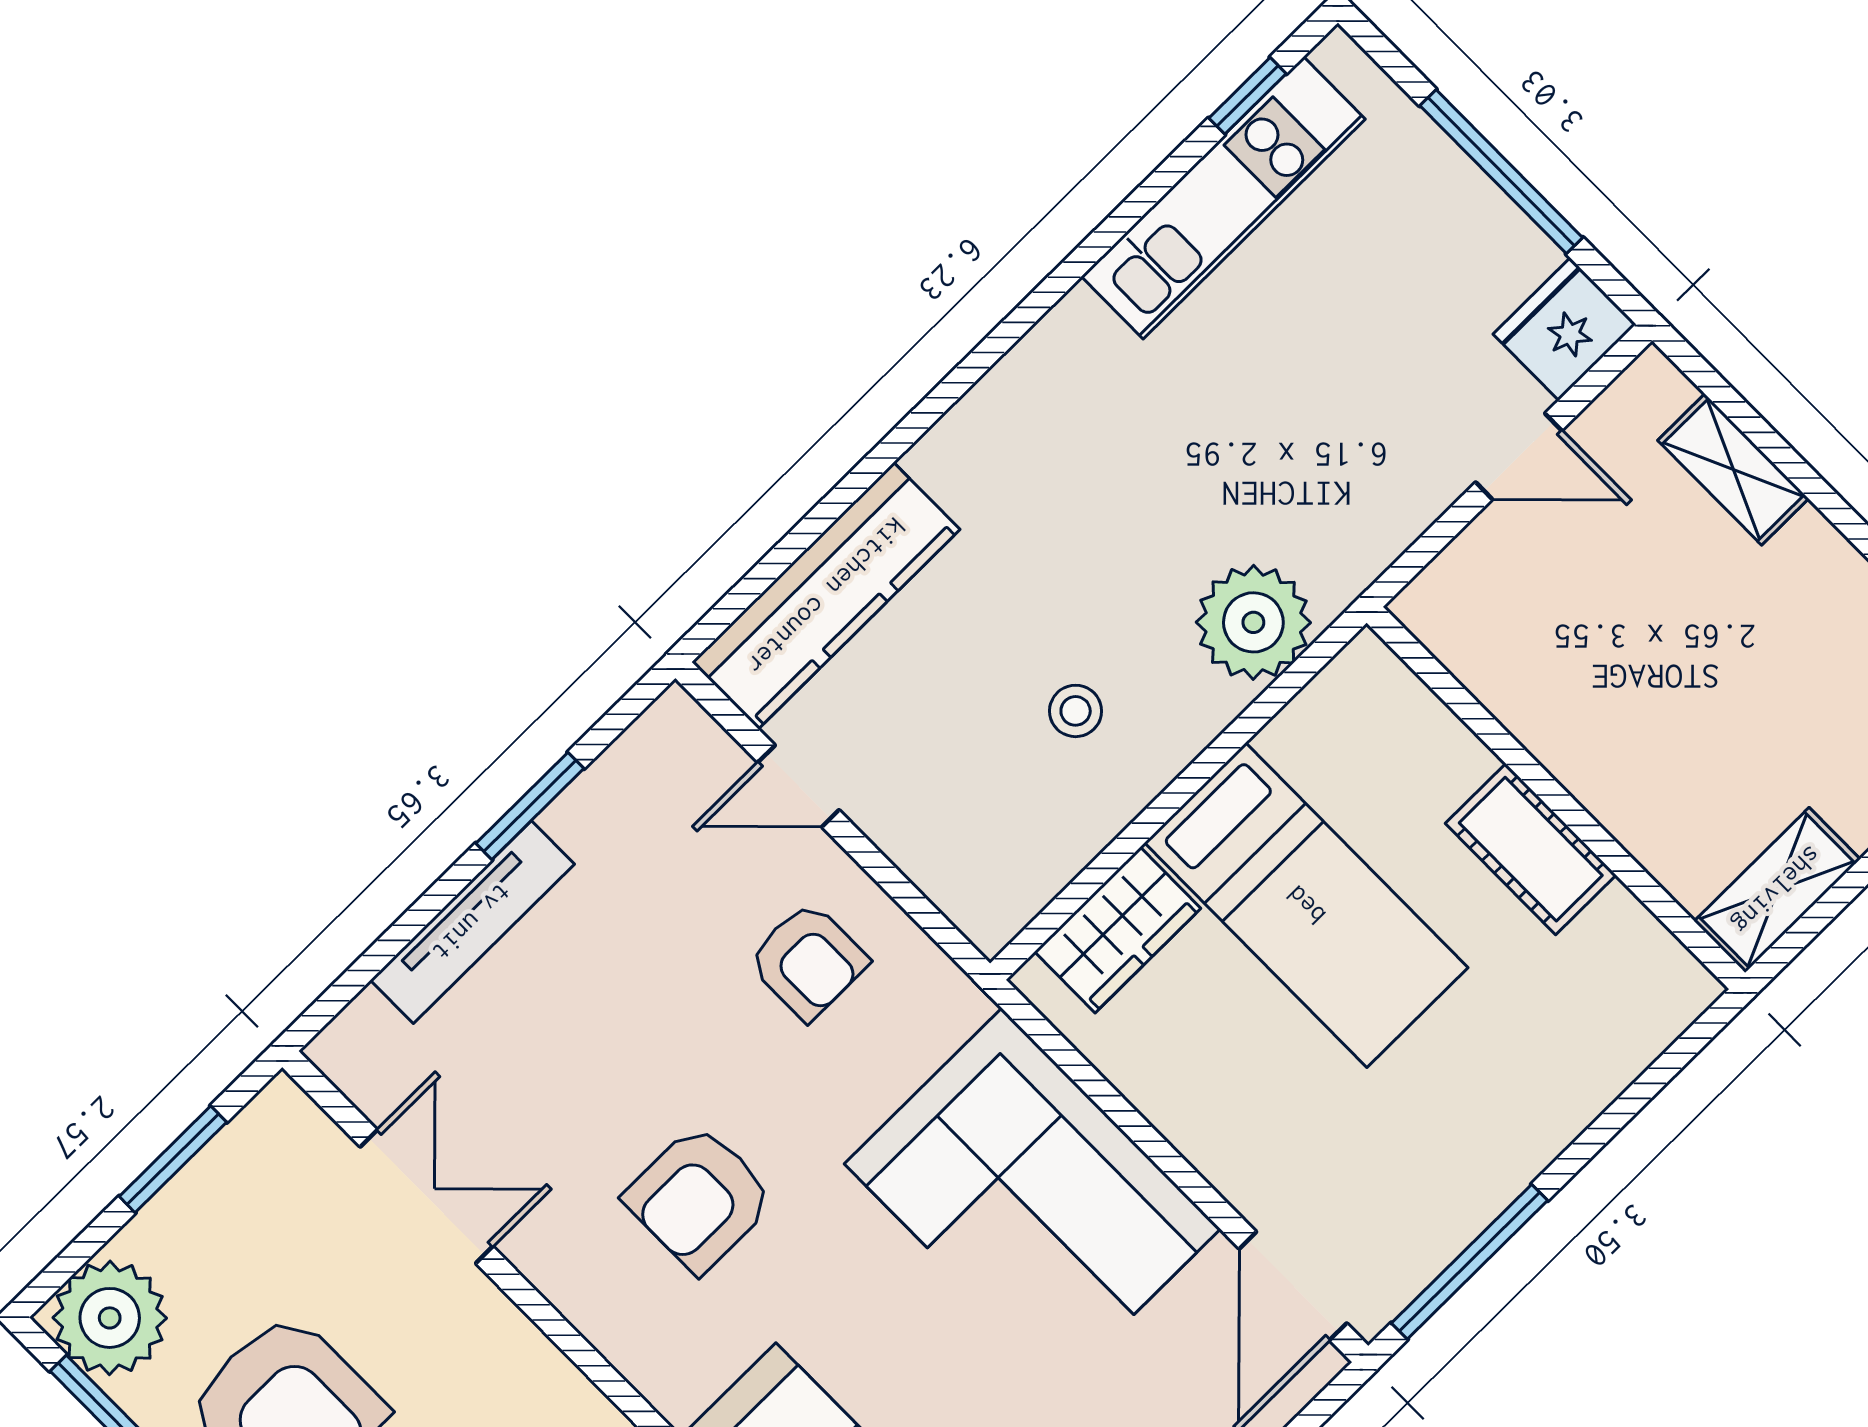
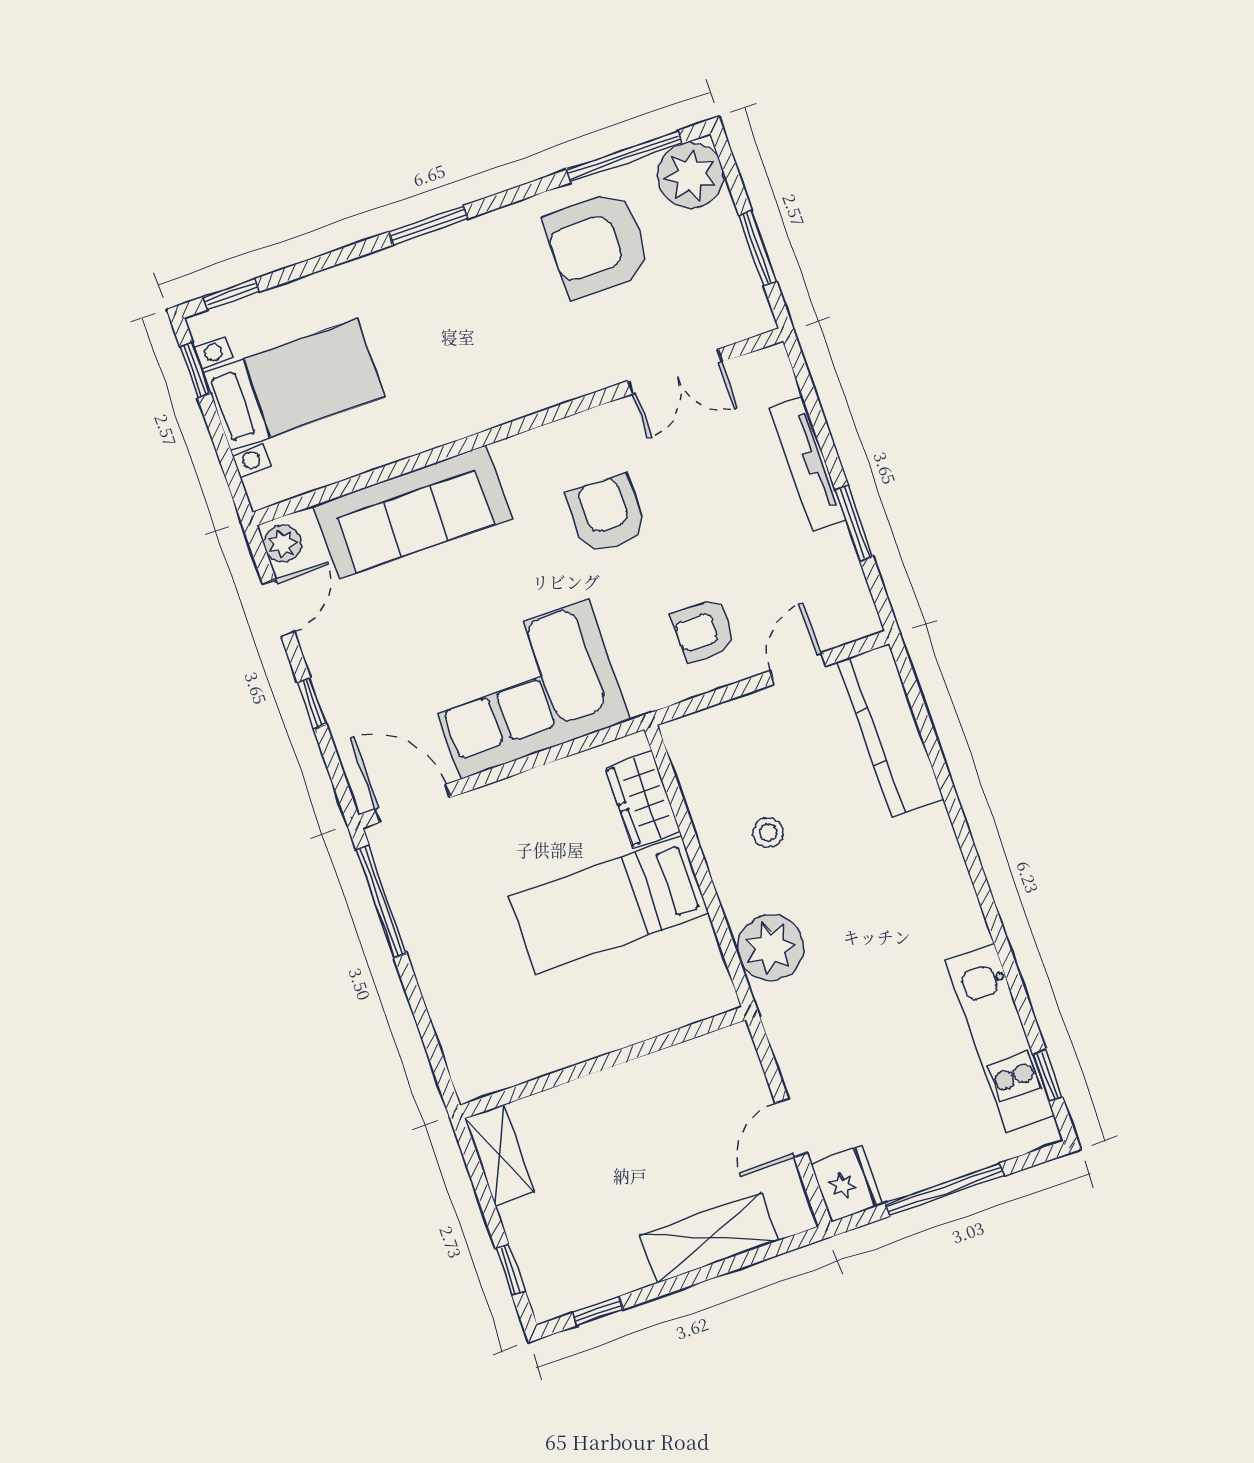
shelving: (1733, 469) -> (709, 1238), width x1.50, depth x1.33
cot: (1531, 849) -> (582, 1037), removed

